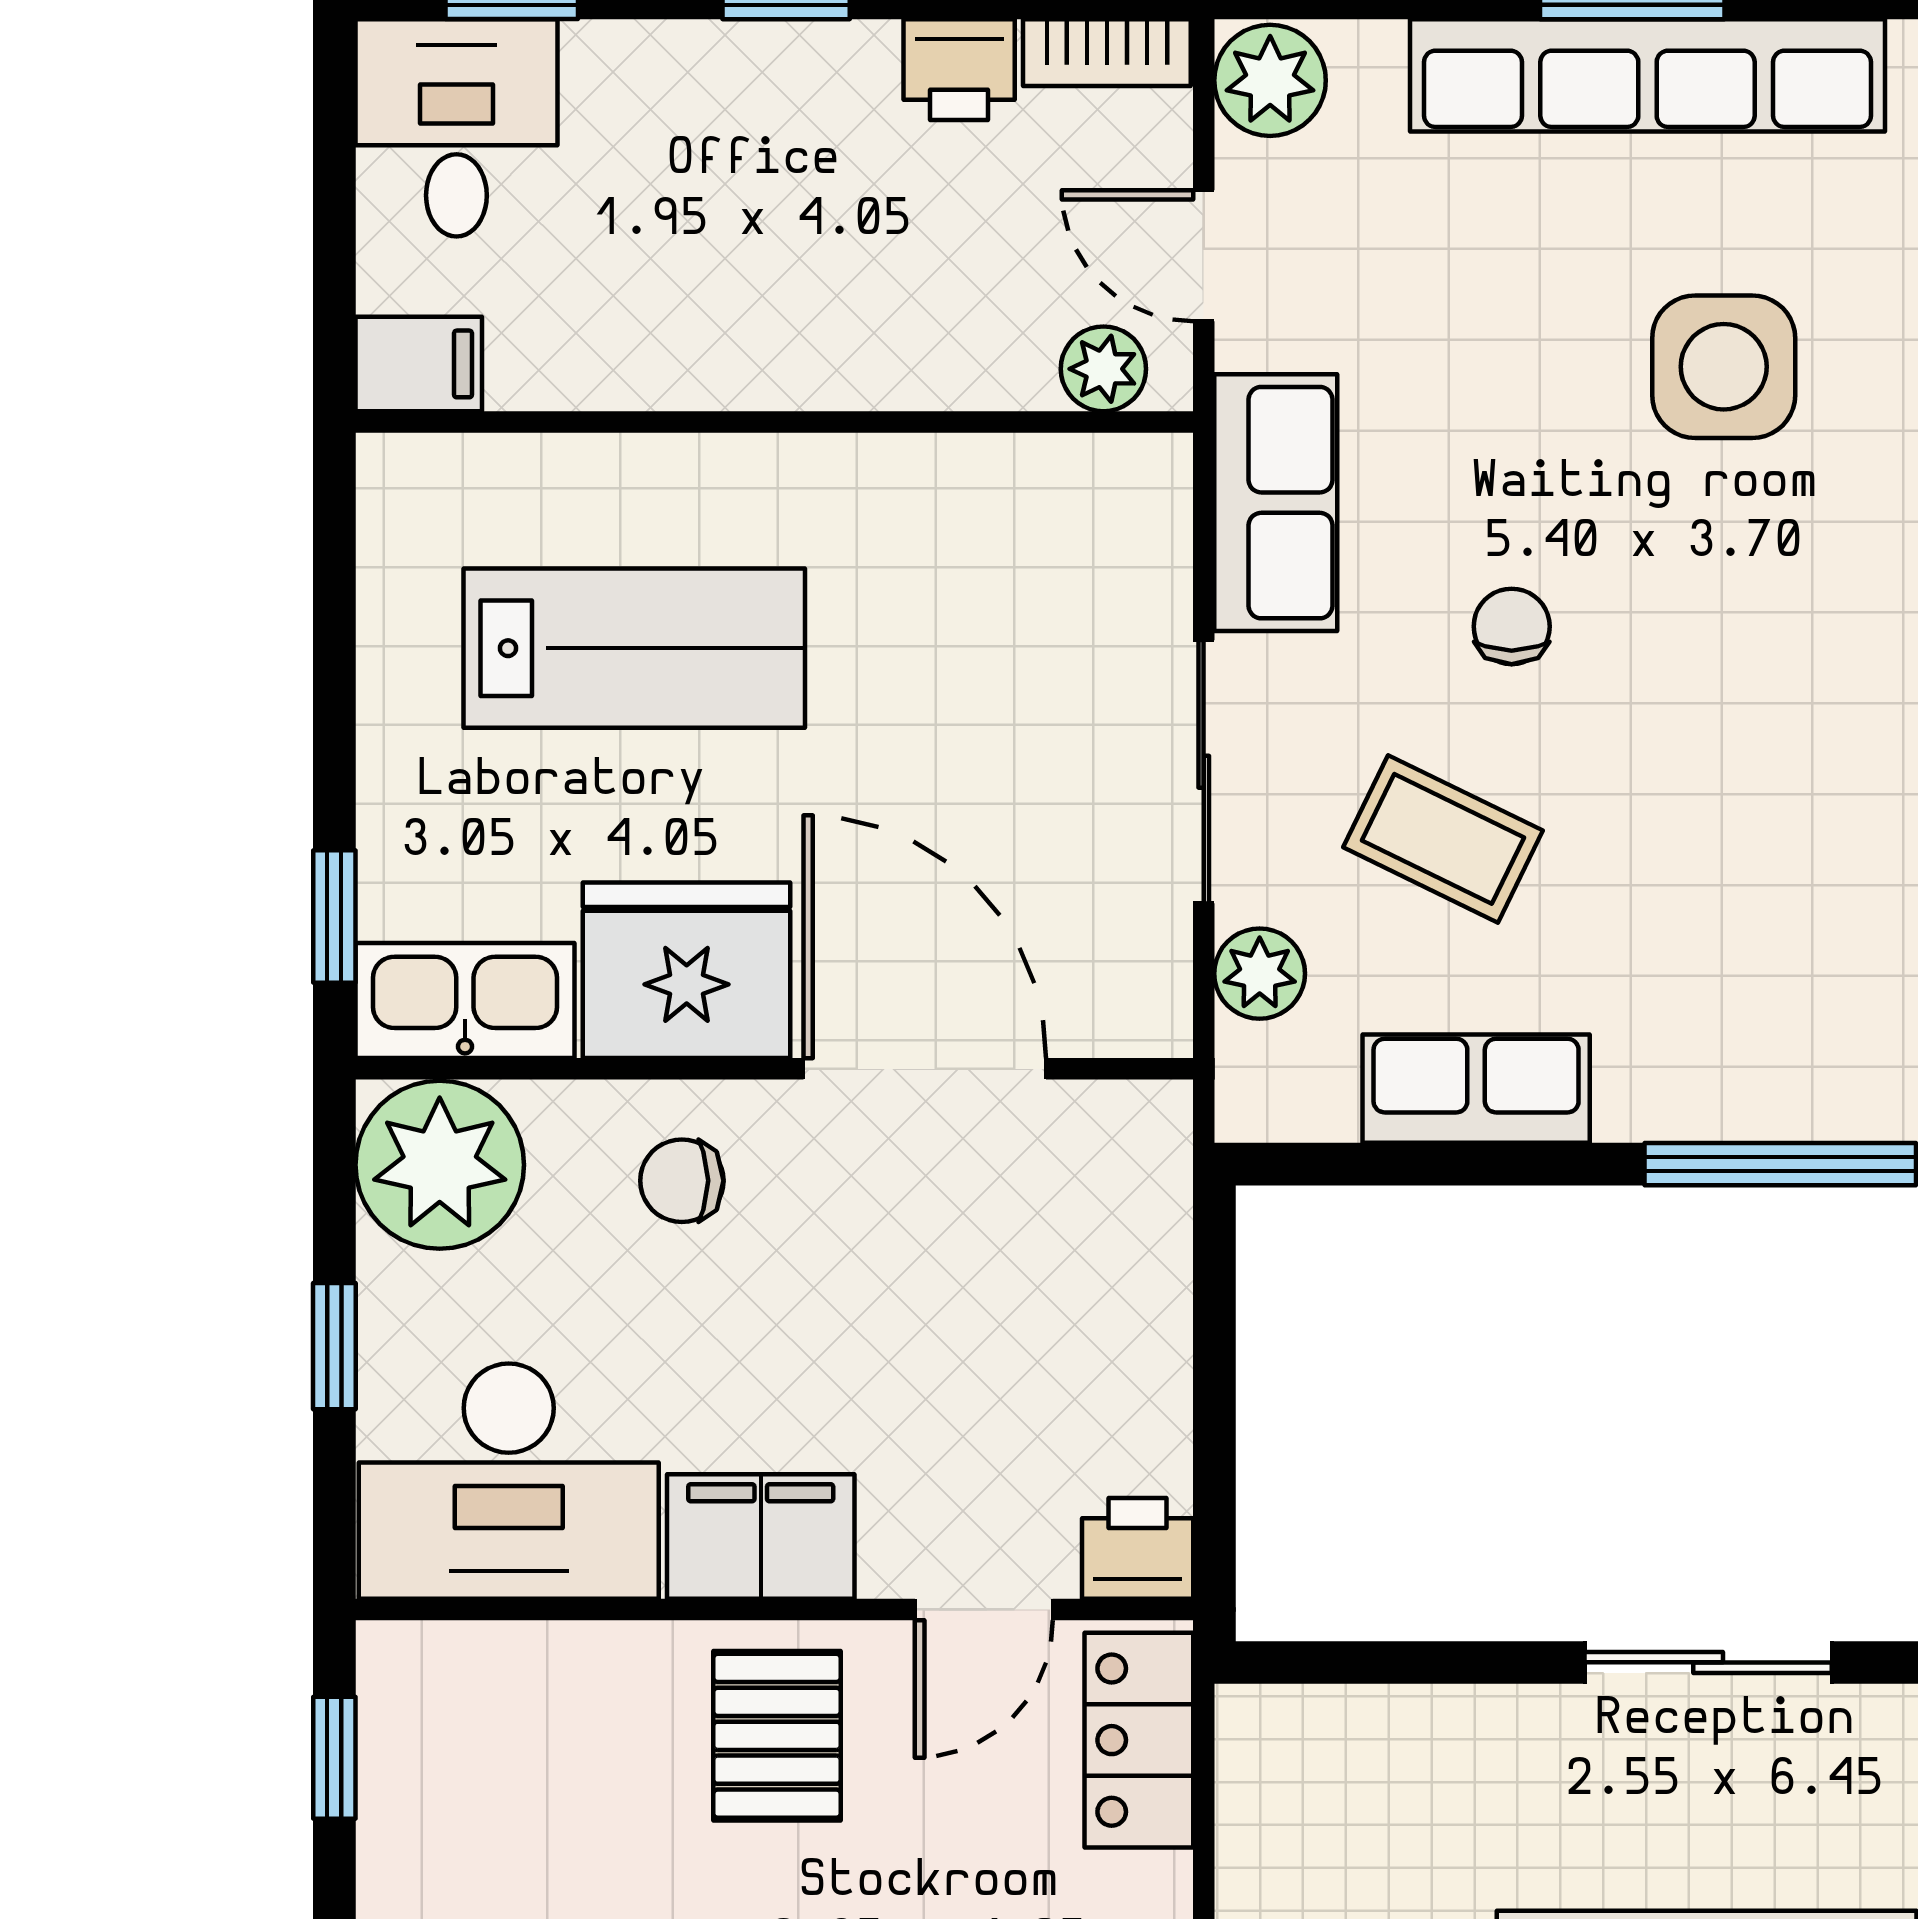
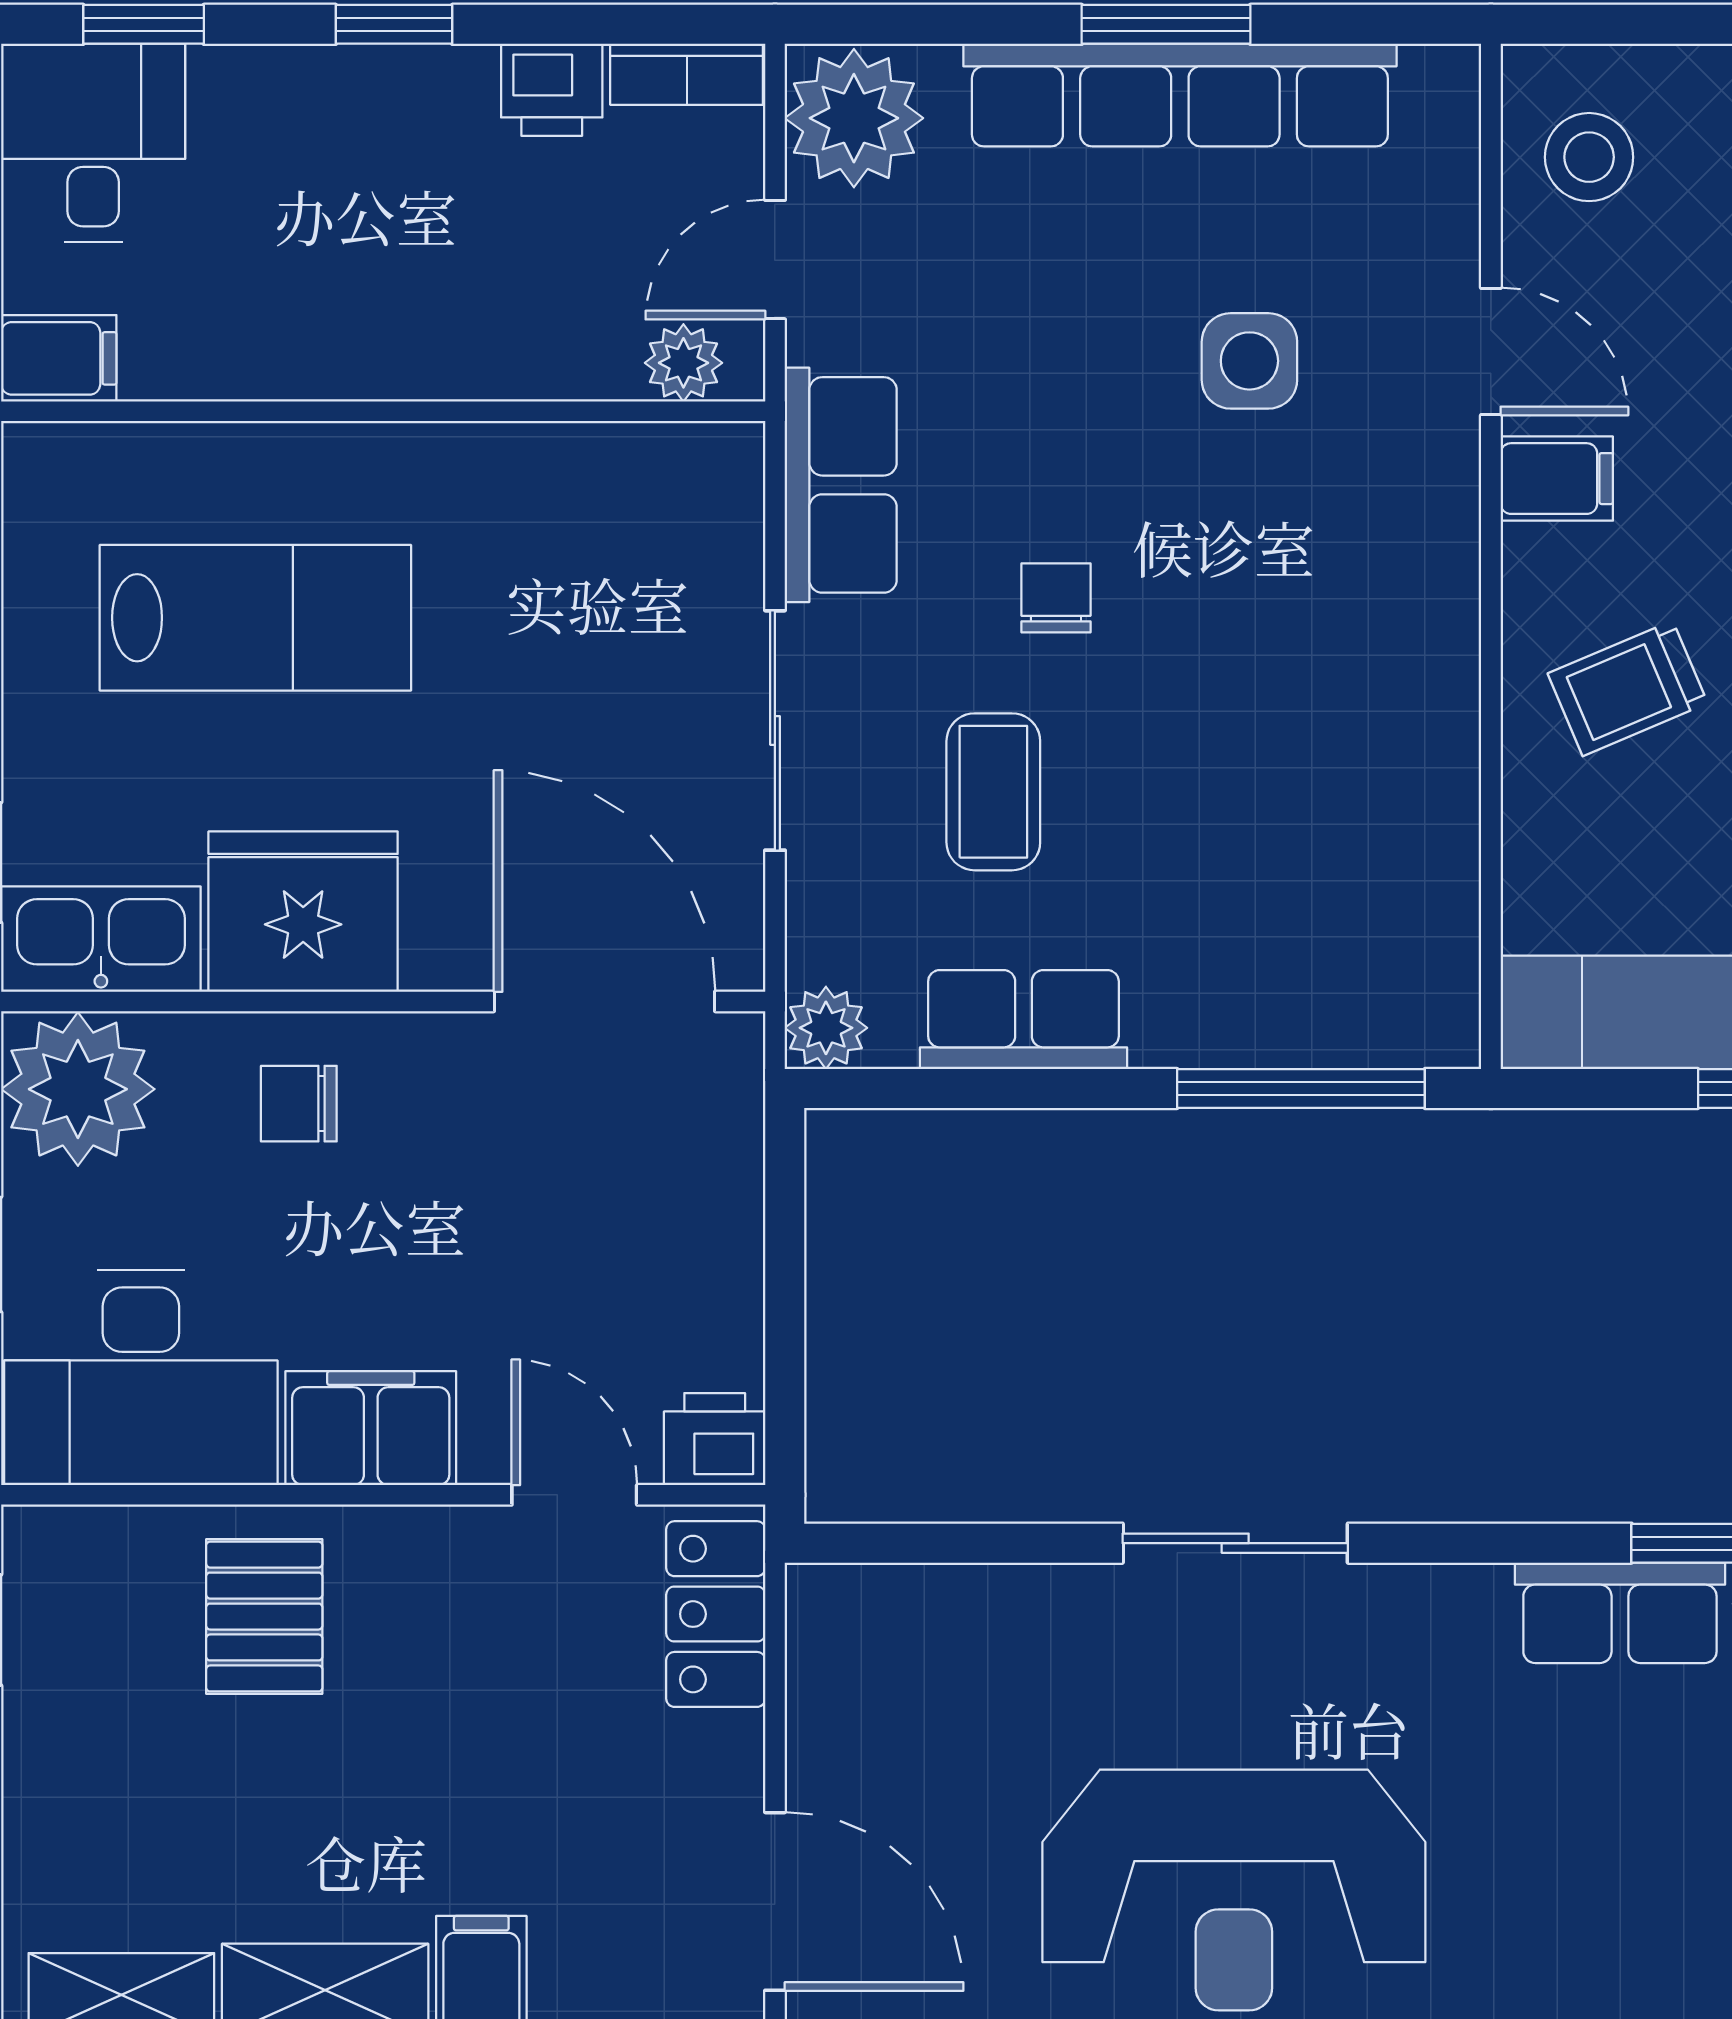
plant: (1270, 80) -> (854, 118), width x1.36, depth x1.36
door: (1204, 256) -> (775, 260), hinge flipped
side table: (1724, 367) -> (1249, 361), width x0.73, depth x0.73
coffee table: (1443, 839) -> (993, 792), turned 64
plant: (1260, 974) -> (826, 1028), moved
door: (925, 1069) -> (605, 1001), moved
door: (984, 1609) -> (574, 1495), swing flipped
pallet: (777, 1736) -> (264, 1617), moved

